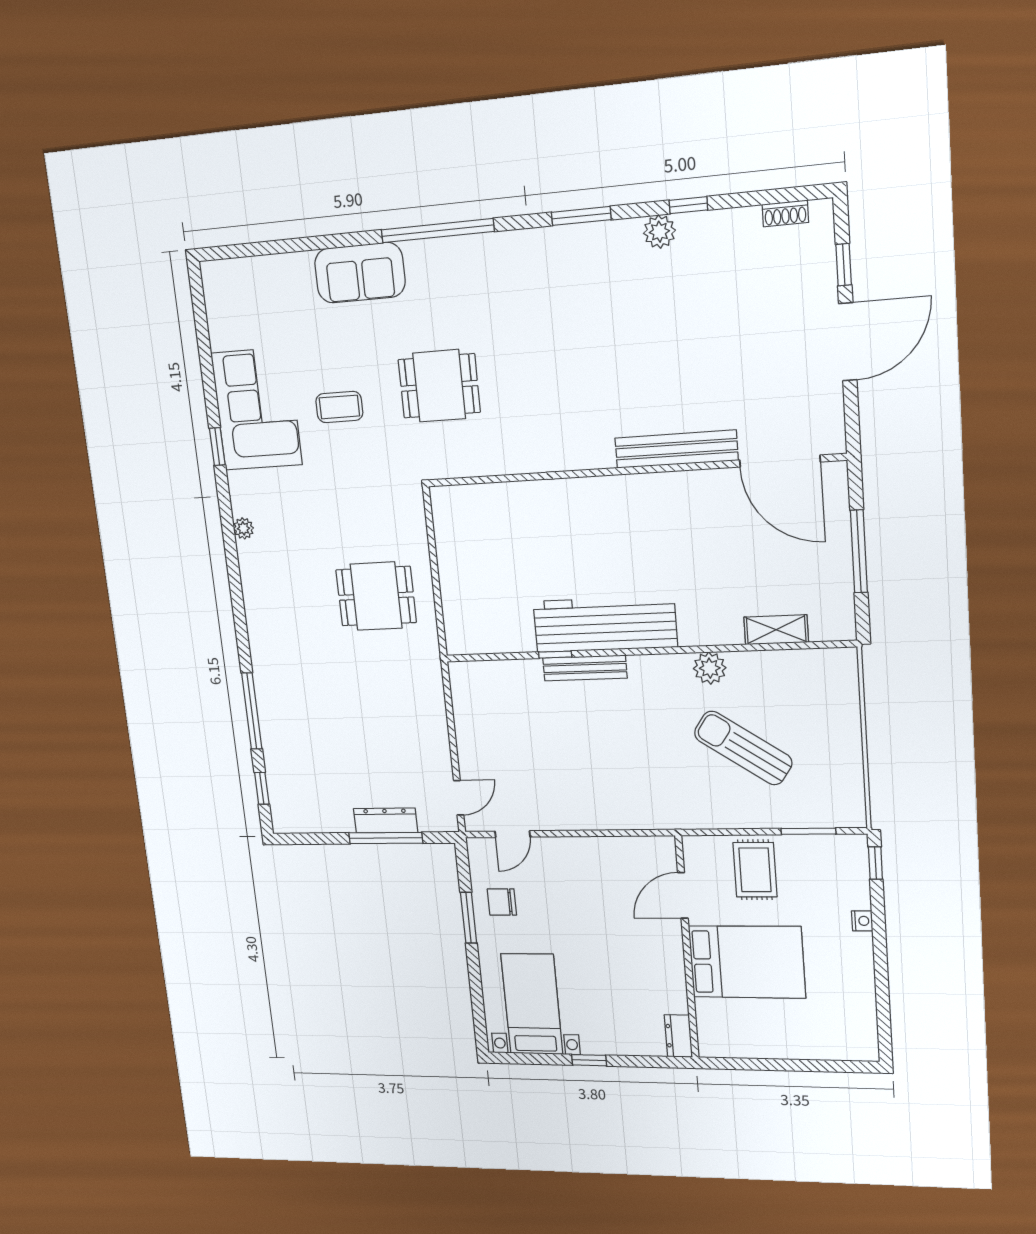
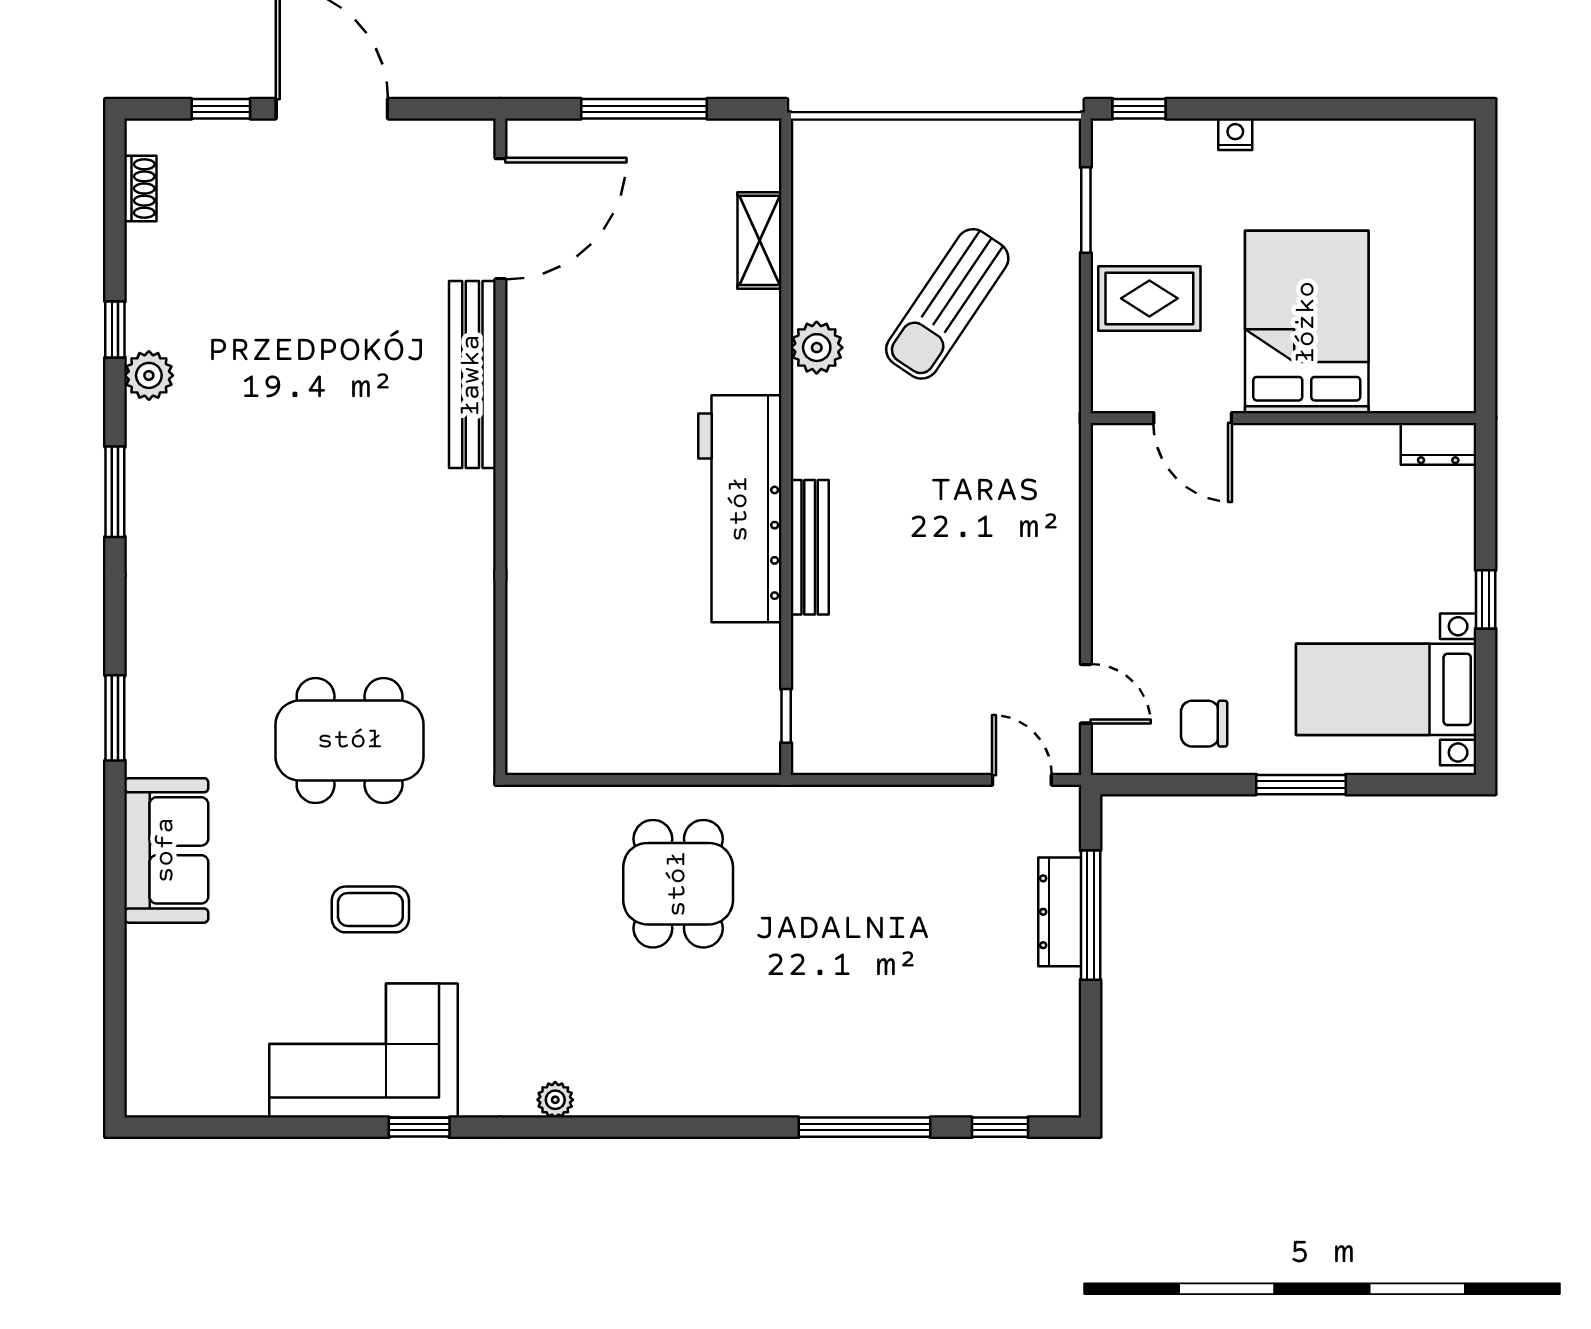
window: (437, 231) -> (115, 718), width x0.47
dining table: (439, 386) -> (350, 741), width x1.37
coffee table: (339, 407) -> (370, 909), turned 90
window: (555, 655) -> (786, 716), moved
chair: (502, 902) -> (1204, 724), turned 90
window: (469, 918) -> (1301, 785), moved

